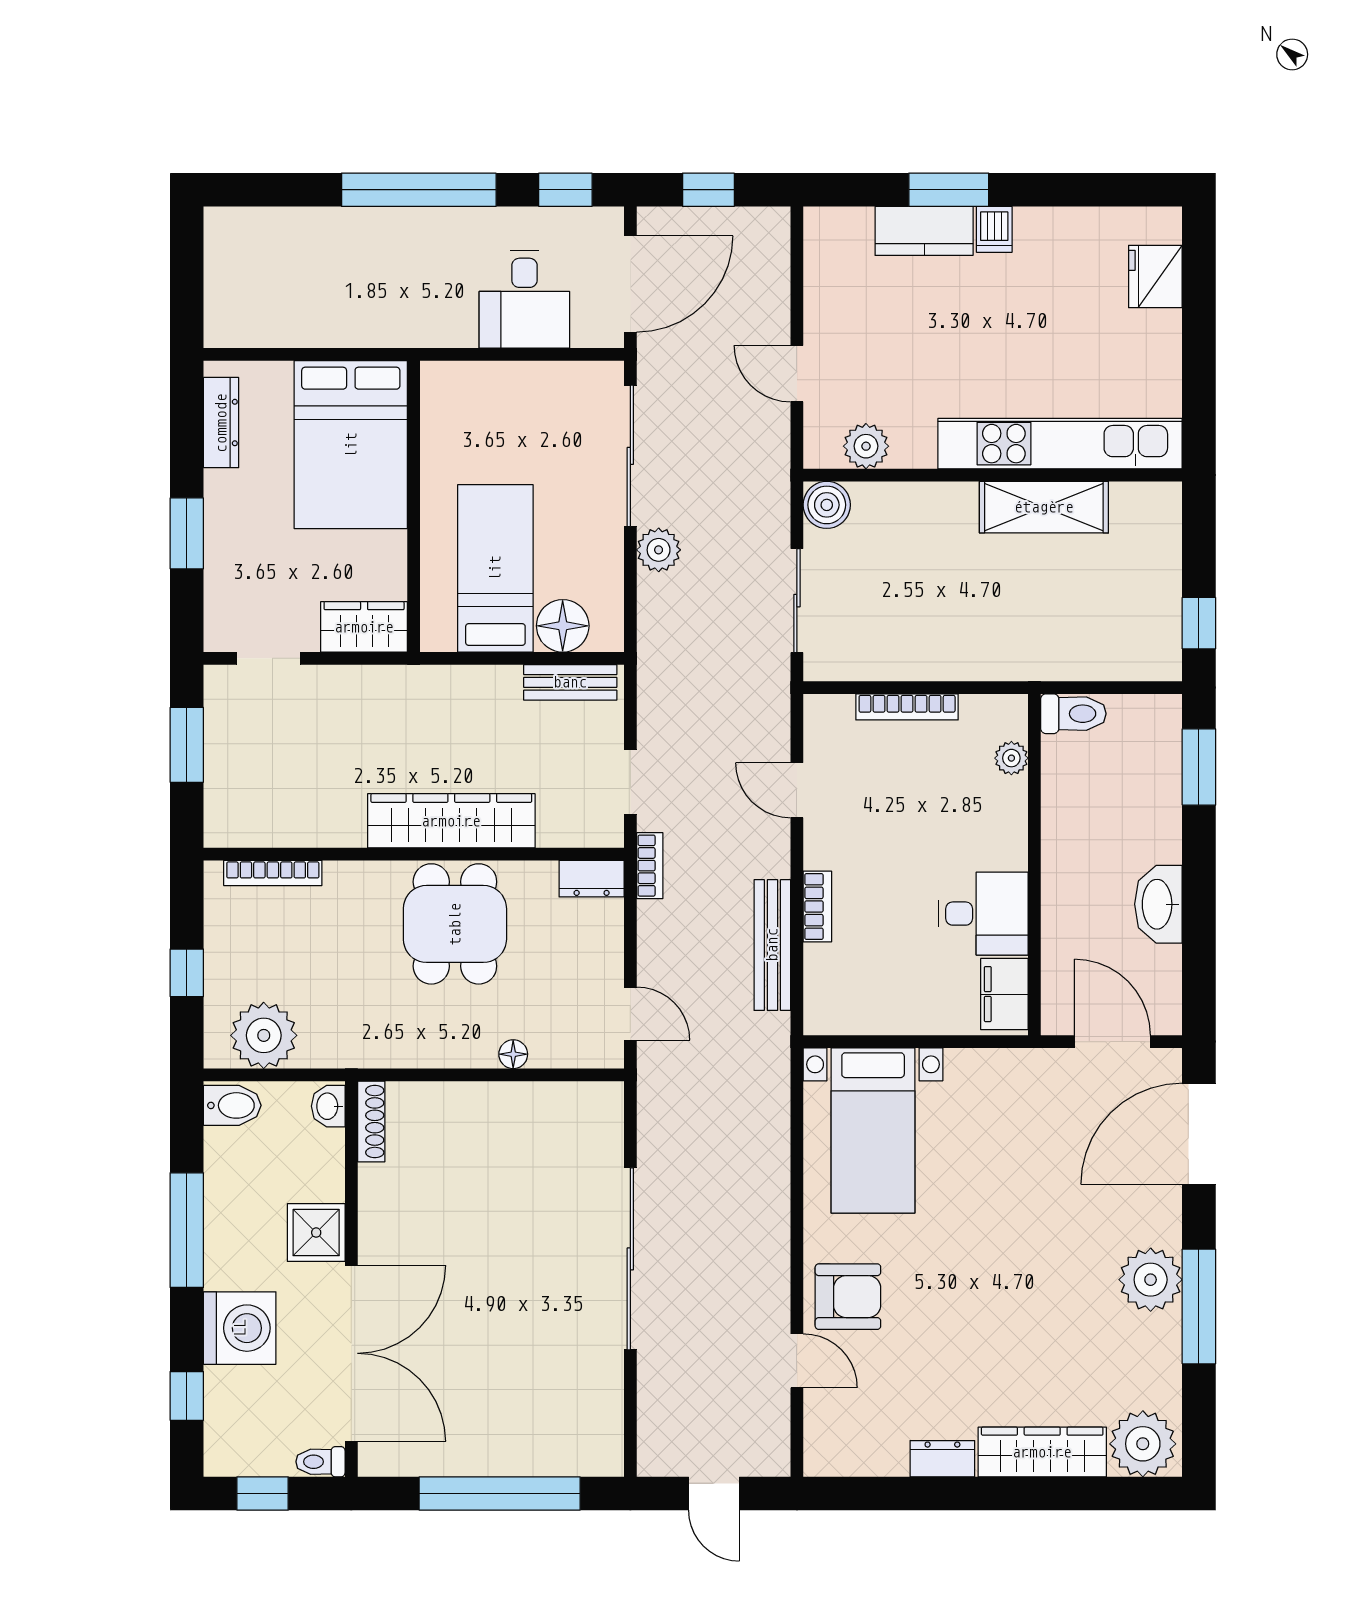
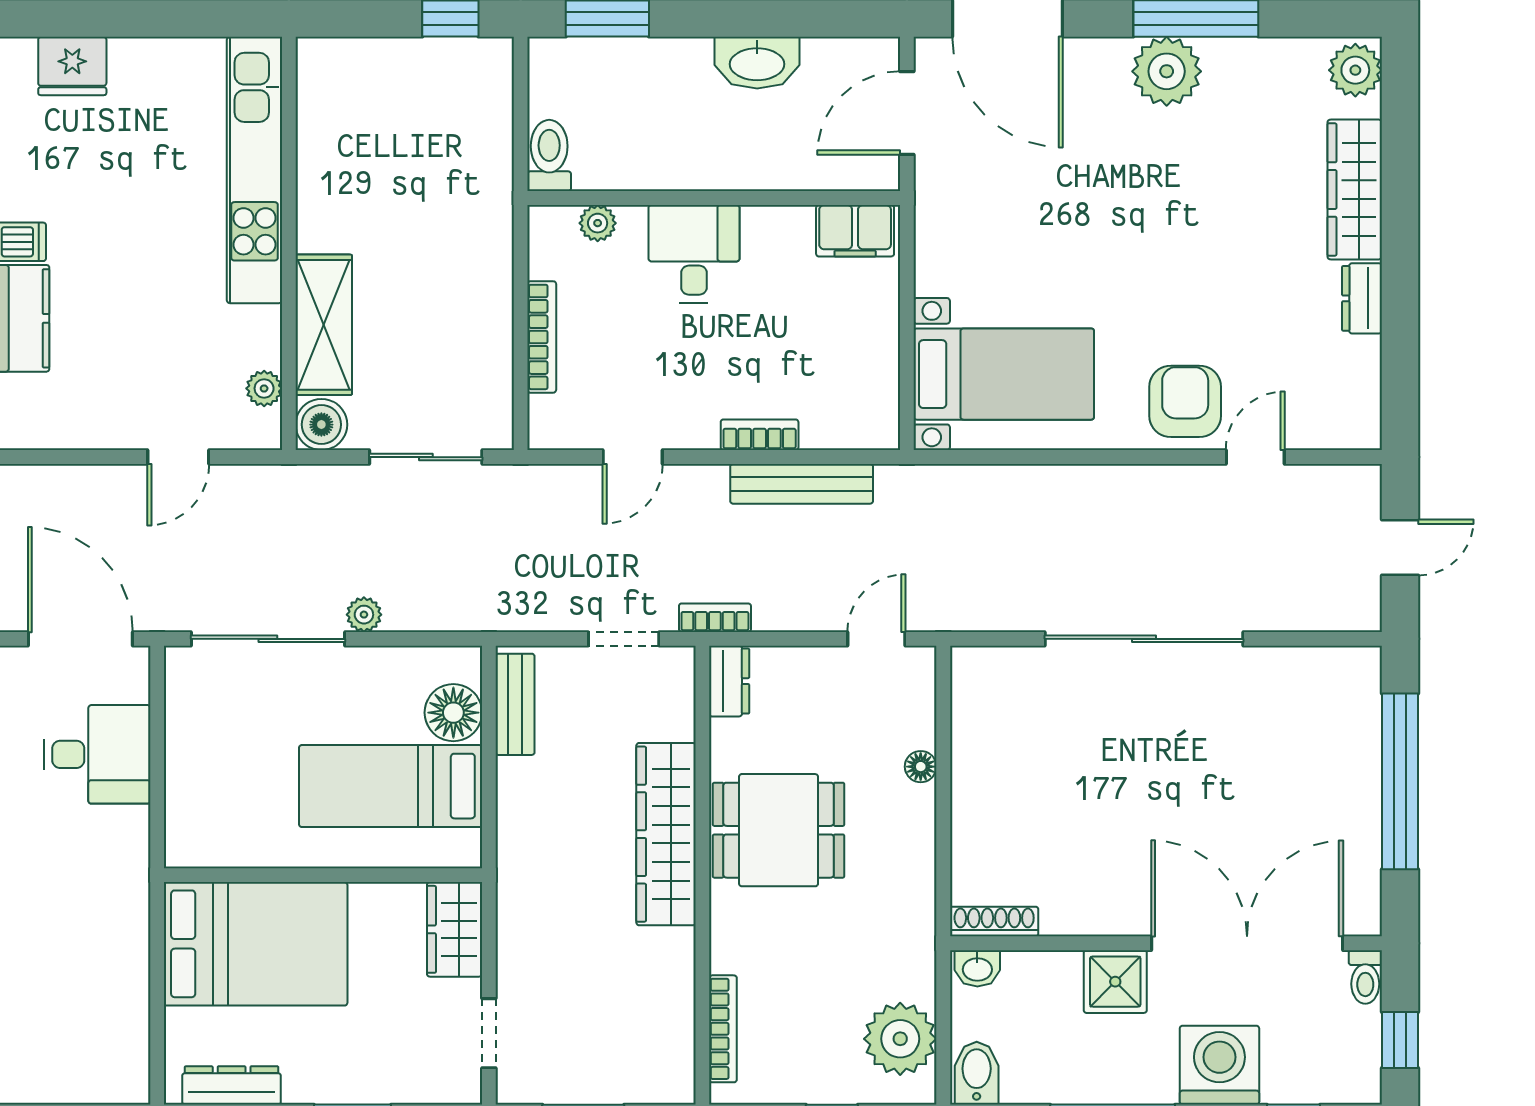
plant: (866, 446) -> (264, 388), width x0.73, depth x0.73
shelving: (1044, 507) -> (324, 325), moved
plant: (659, 550) -> (364, 615), width x0.73, depth x0.73
desk: (983, 914) -> (694, 254), moved
plant: (1143, 1444) -> (1355, 70), width x0.73, depth x0.73

